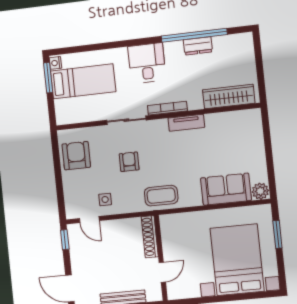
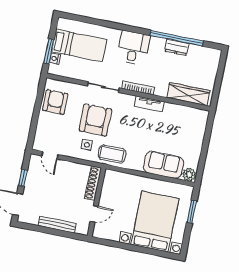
nightstand: (55, 63) -> (55, 59), moved
window: (48, 78) -> (49, 51), moved
armchair: (129, 162) -> (95, 120), width x1.88, depth x1.88
side table: (105, 199) -> (87, 145), moved
window: (65, 240) -> (23, 178), moved

